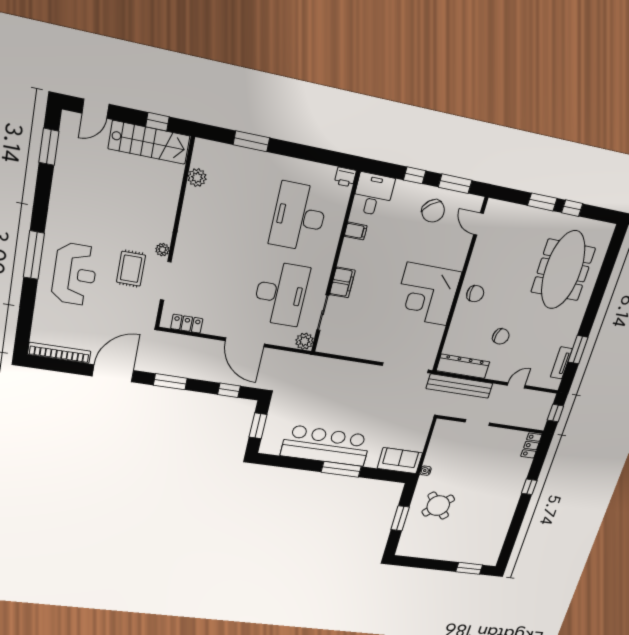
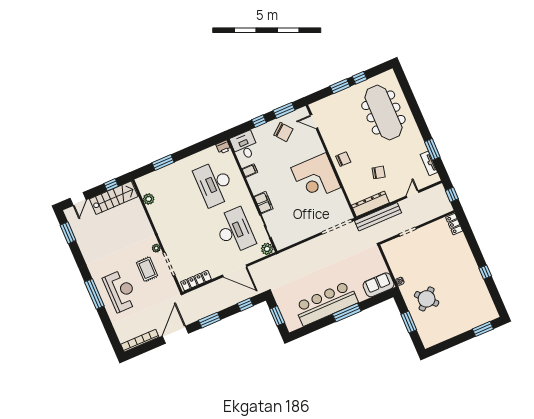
locker: (187, 324) -> (196, 281), width x1.53
window: (529, 487) -> (485, 272), moved

